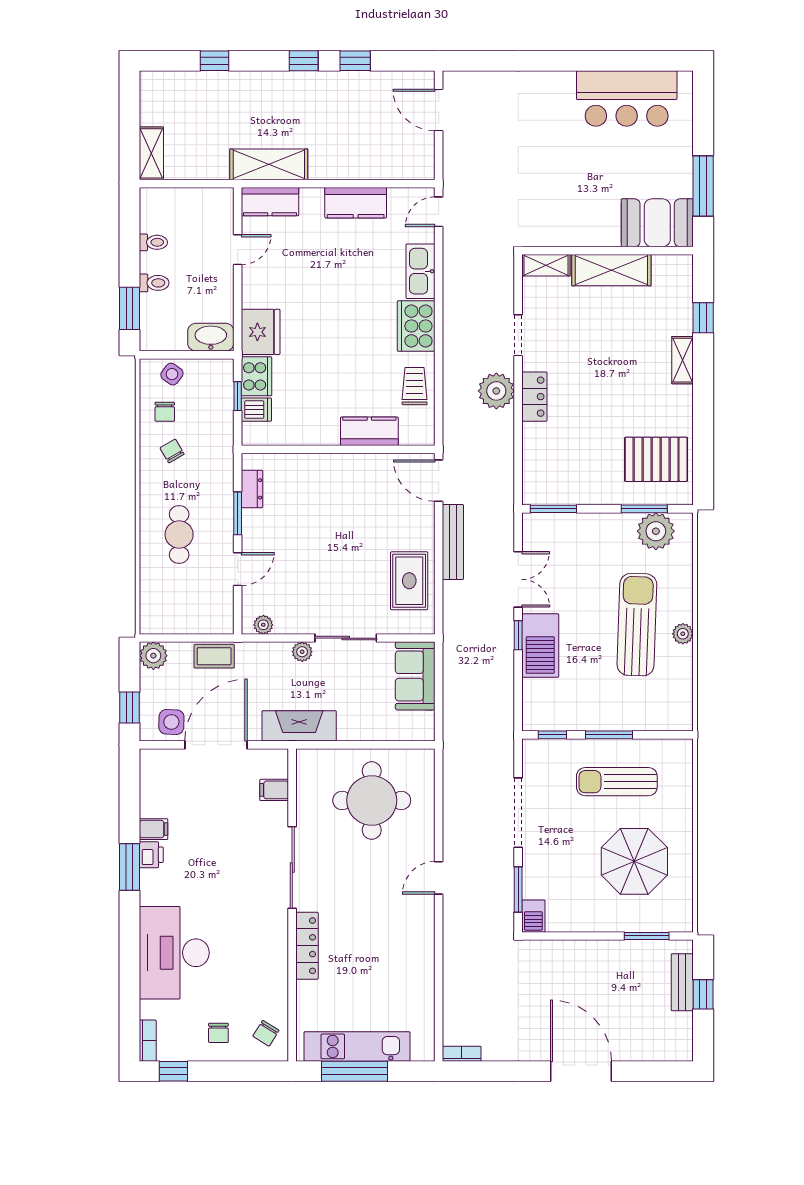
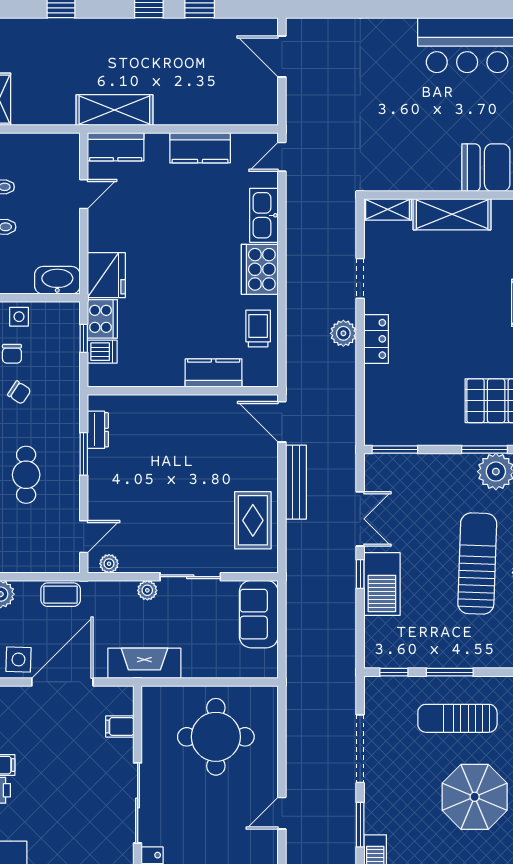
side table: (172, 374) -> (19, 317), turned -36
plant: (496, 391) -> (343, 333), width x0.73, depth x0.73
chair: (172, 451) -> (19, 392), turned 153
door: (238, 569) -> (84, 537), moved

